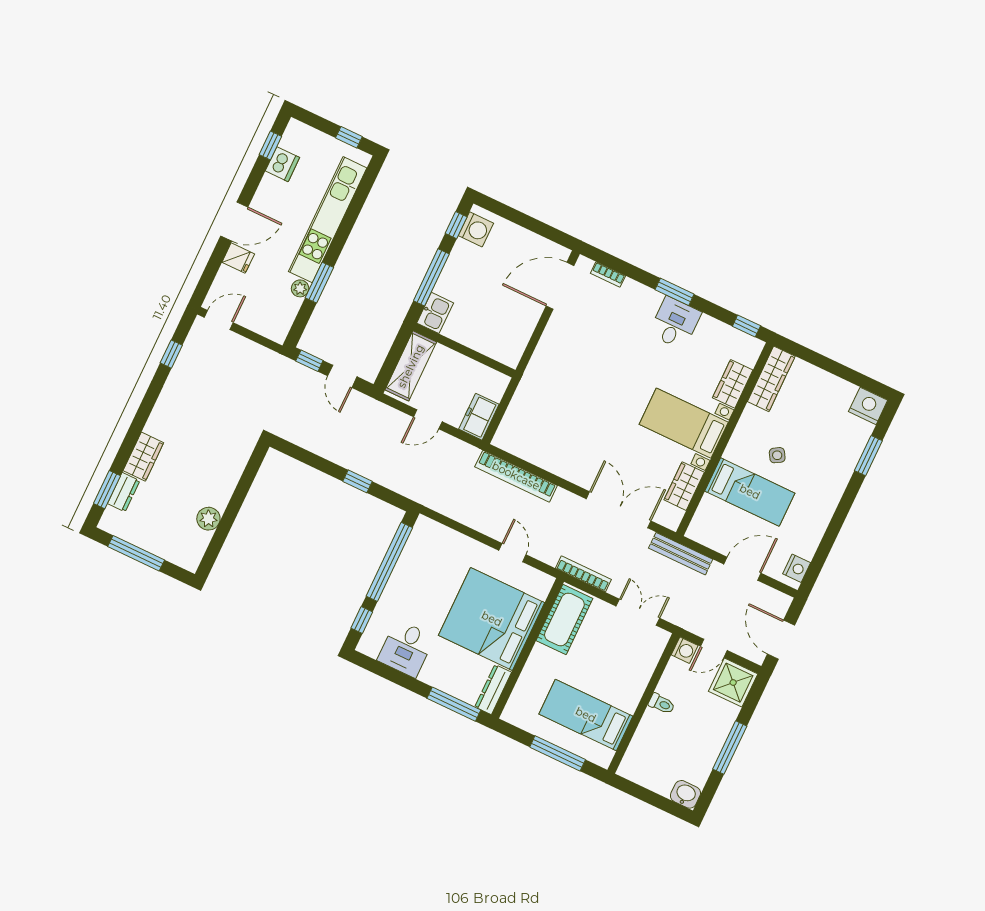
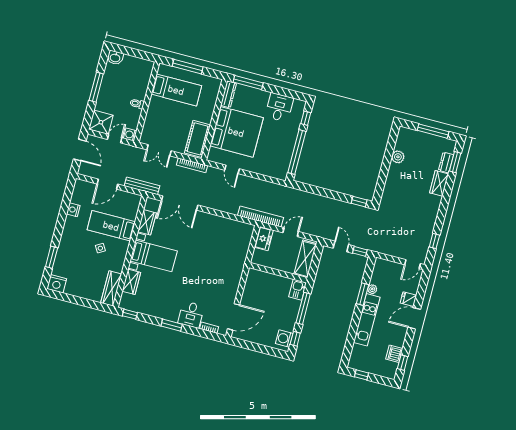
kitchen unit: (328, 220) -> (367, 320), width x0.73
desk: (675, 323) -> (191, 315), moved
bookcase: (516, 476) -> (261, 217), moved
window: (358, 481) -> (359, 202), moved
nightstand: (797, 568) -> (73, 210), moved

